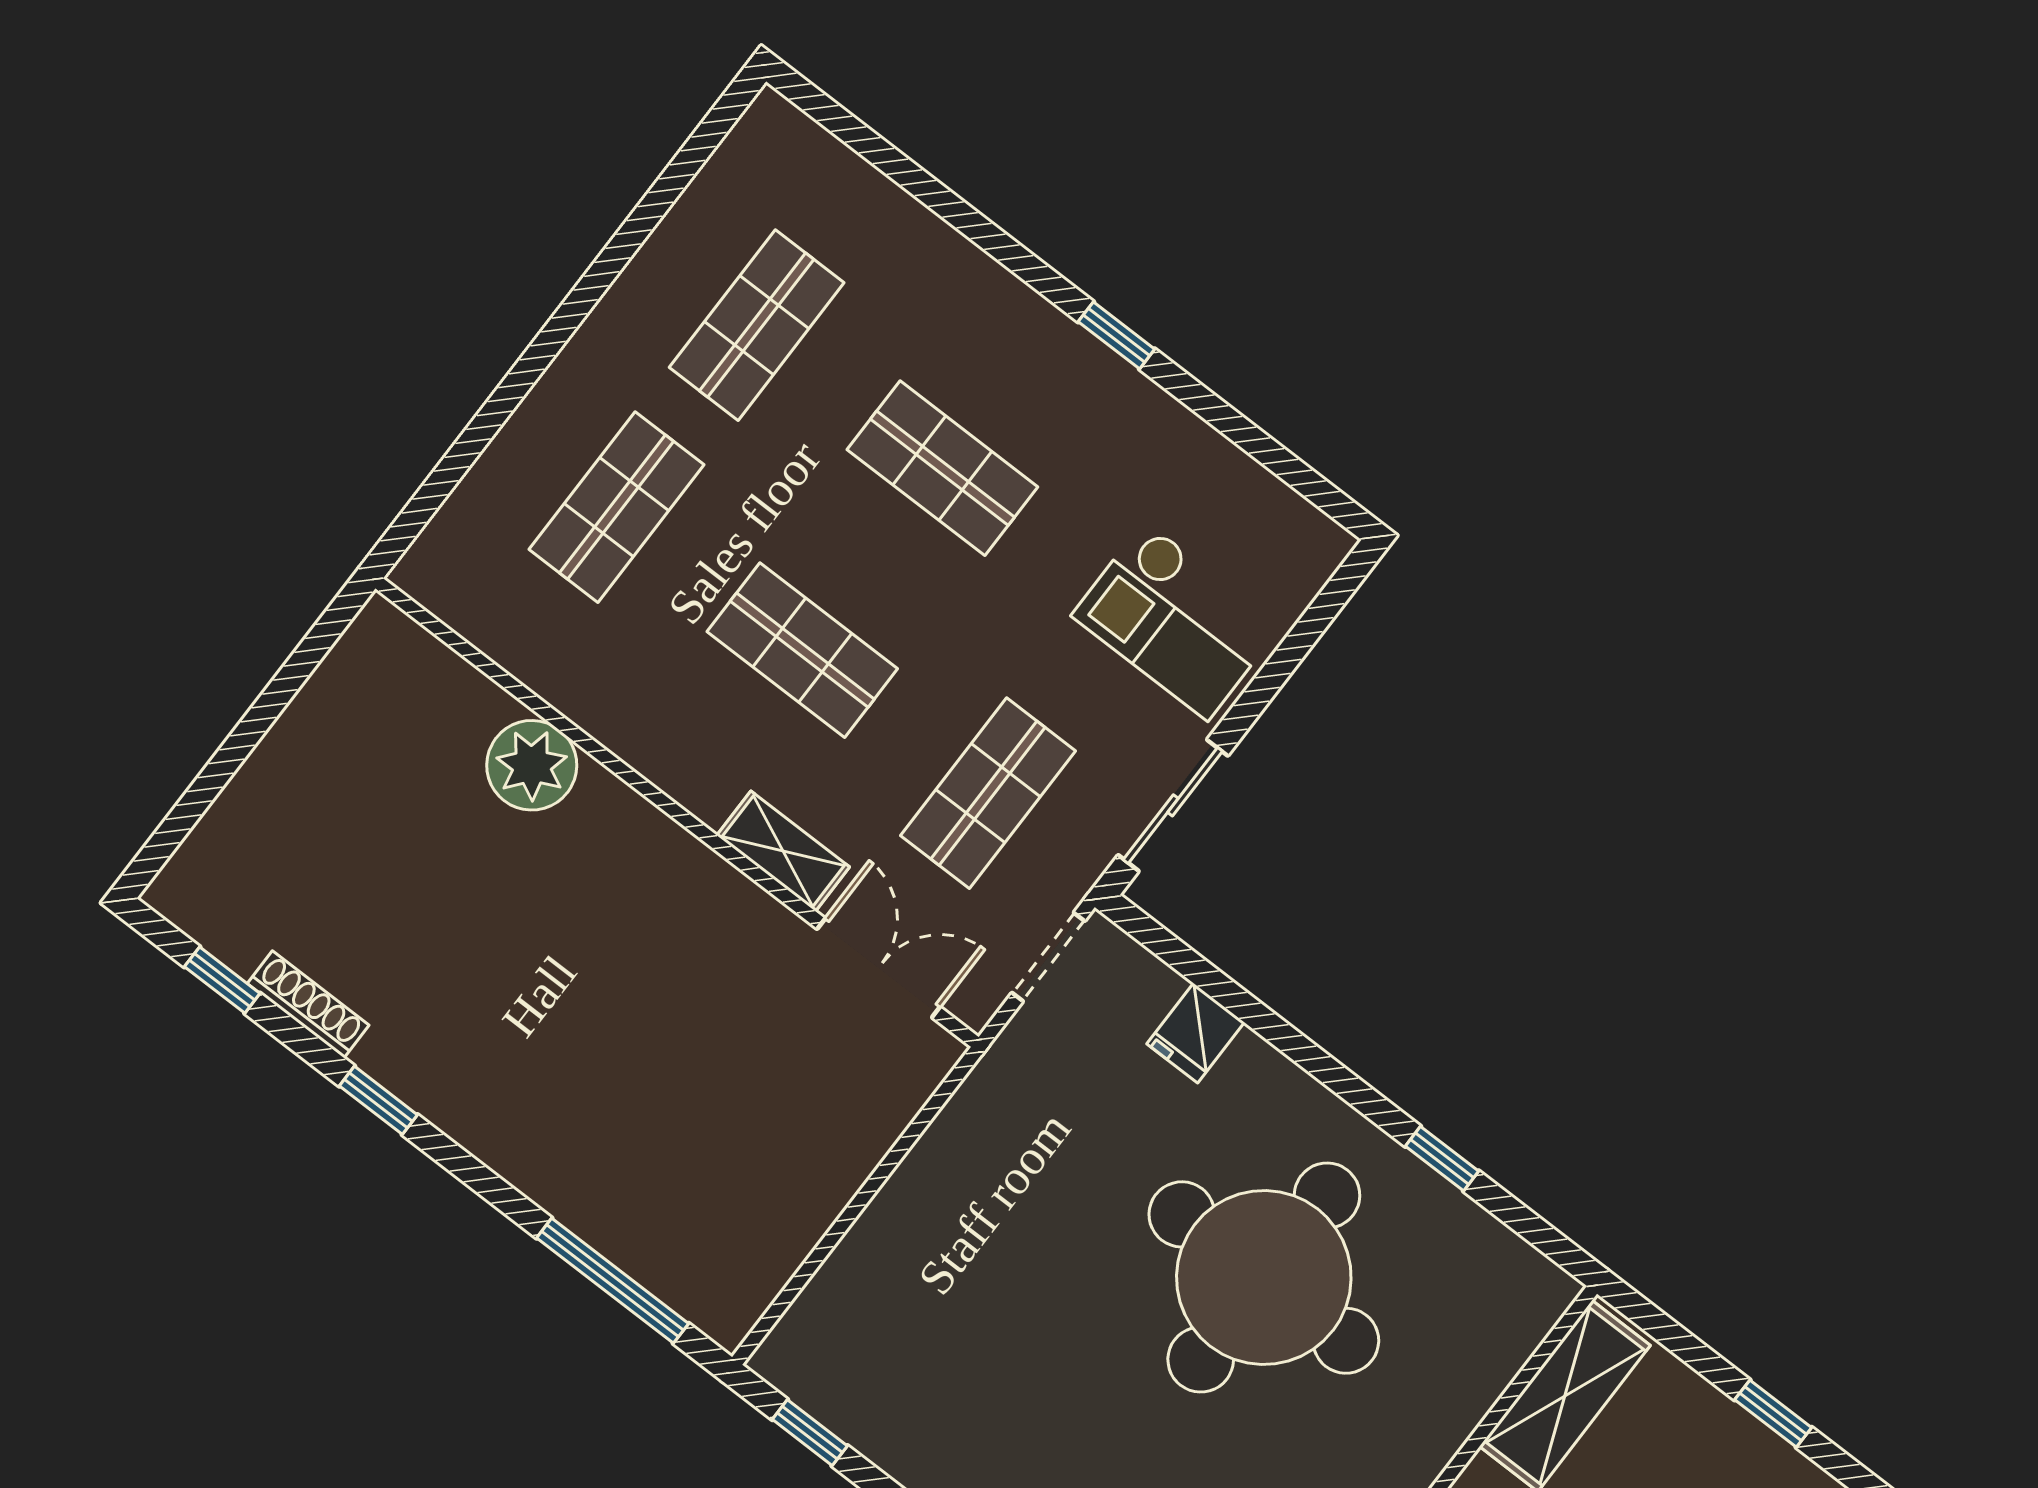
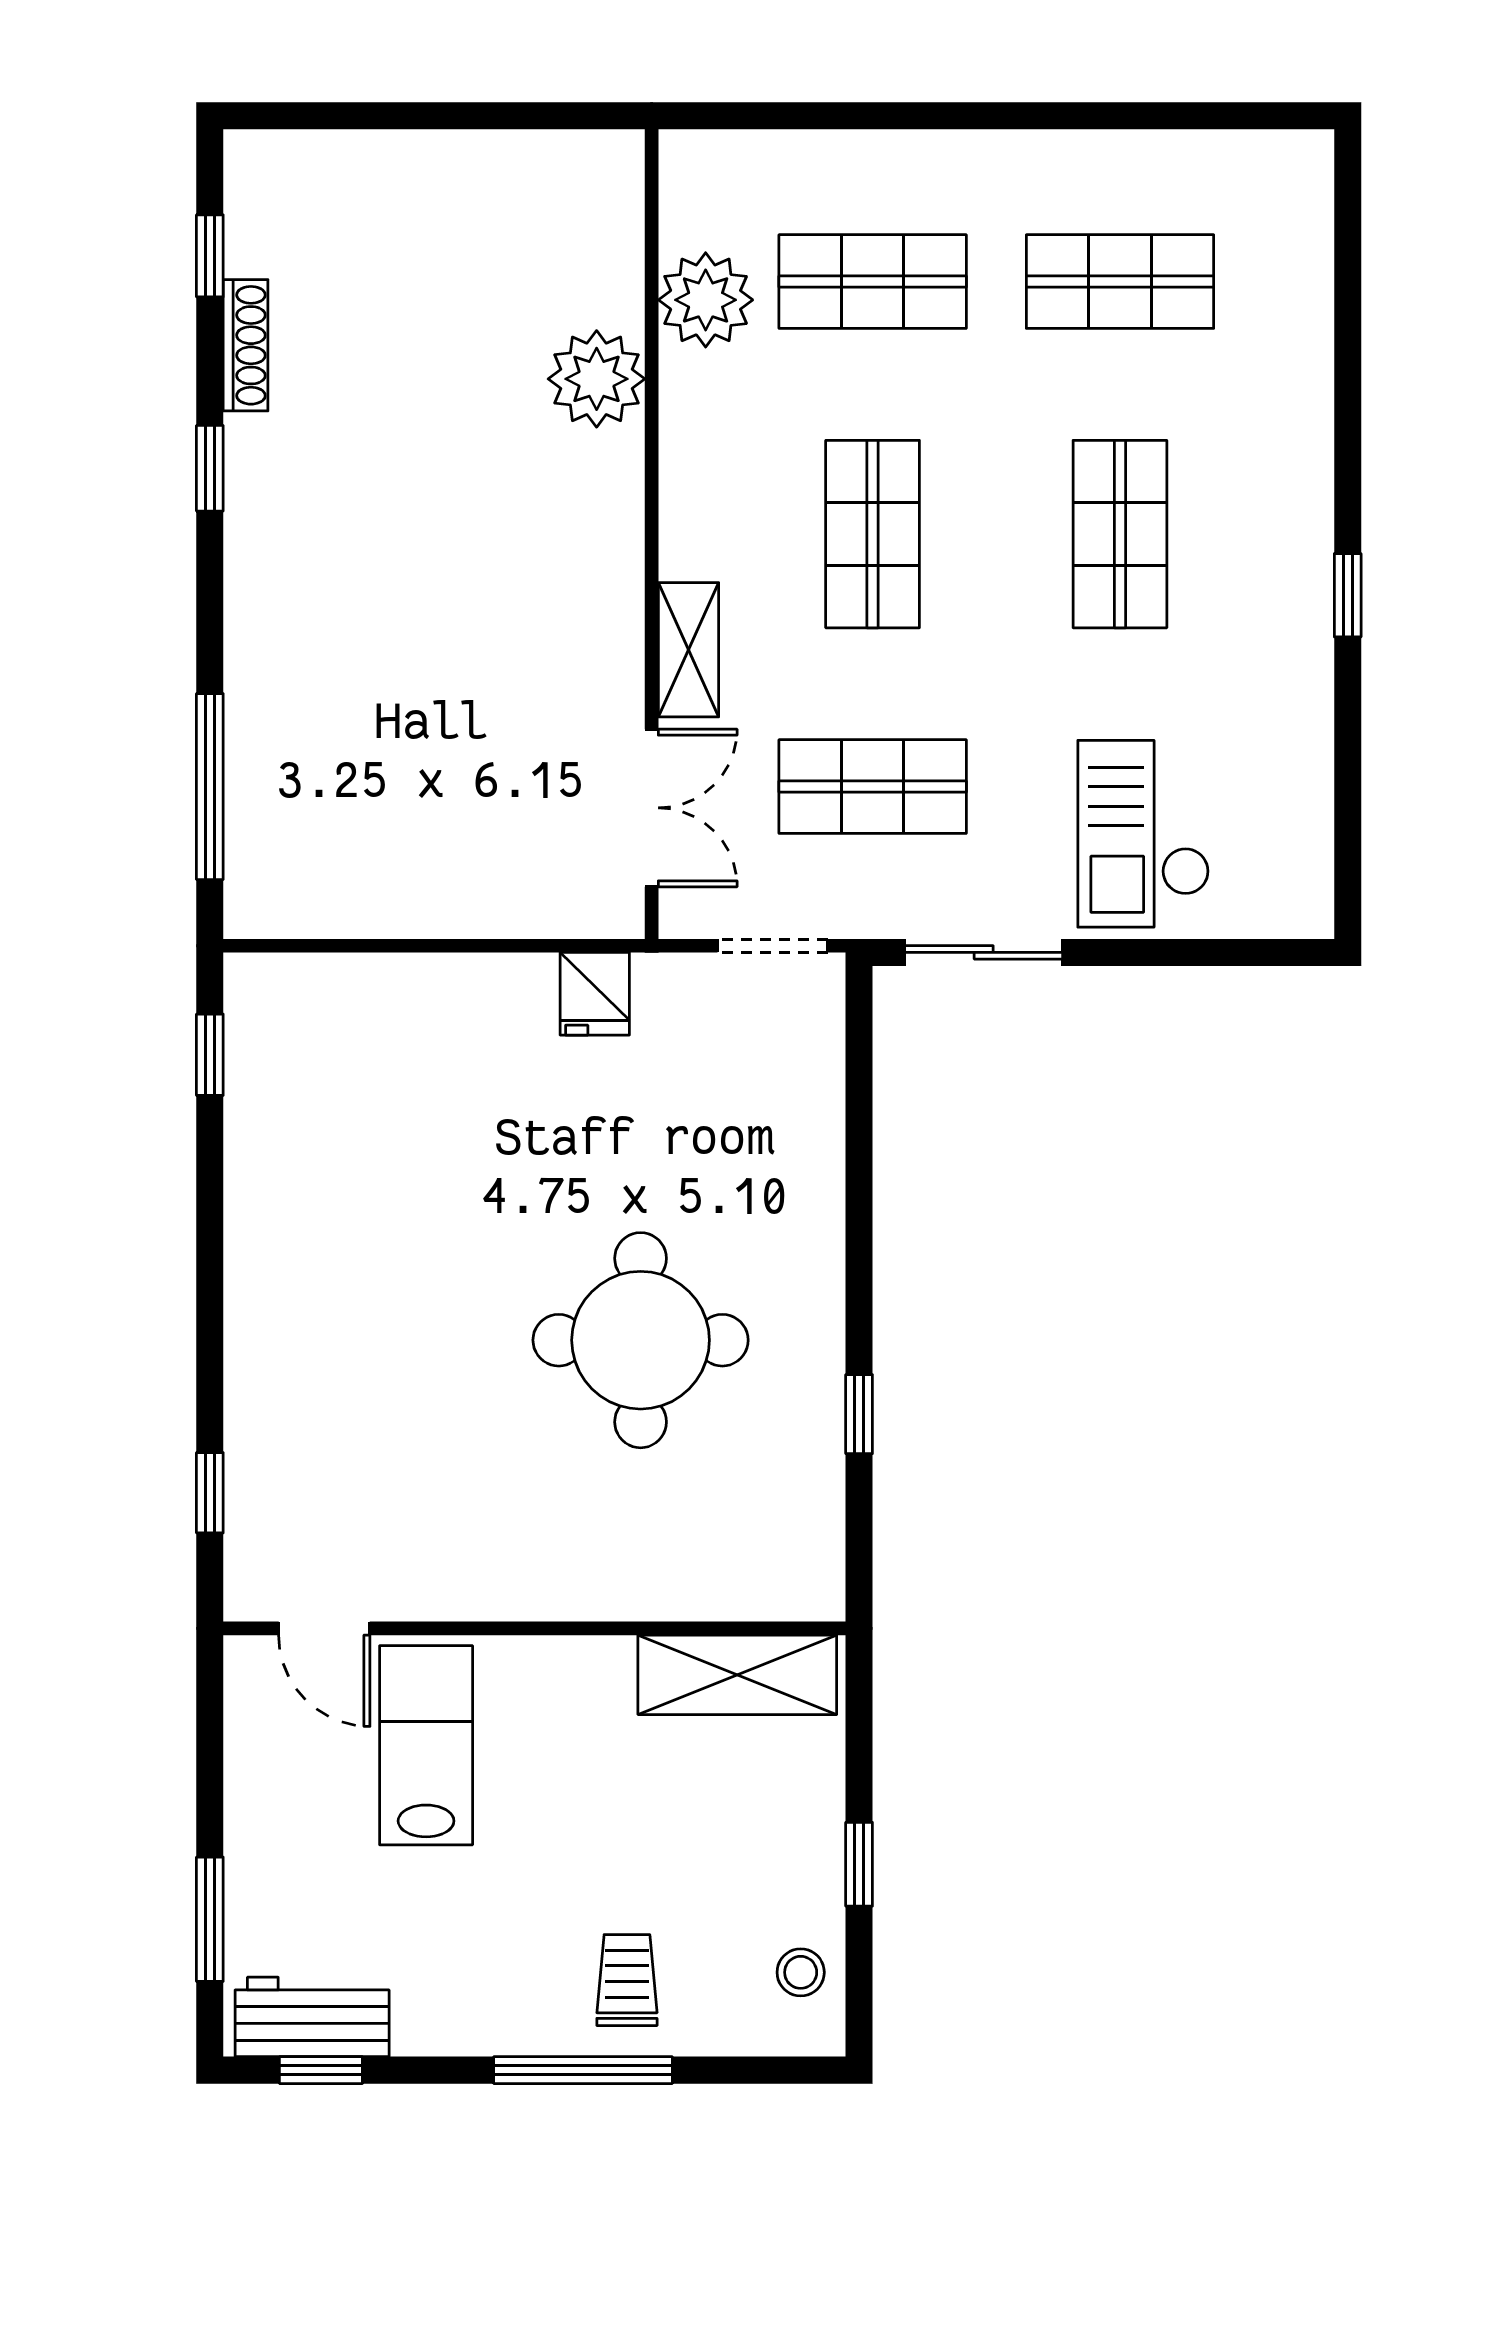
plant: (535, 640) -> (706, 300), added
fridge: (1196, 1033) -> (595, 994), moved, turned -90
round table: (1264, 1278) -> (641, 1340), width x0.73, depth x0.73

